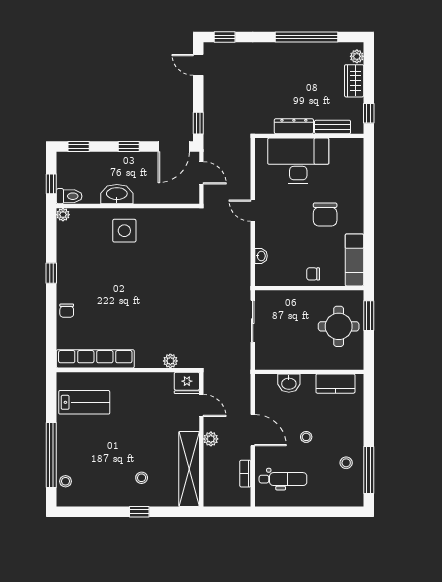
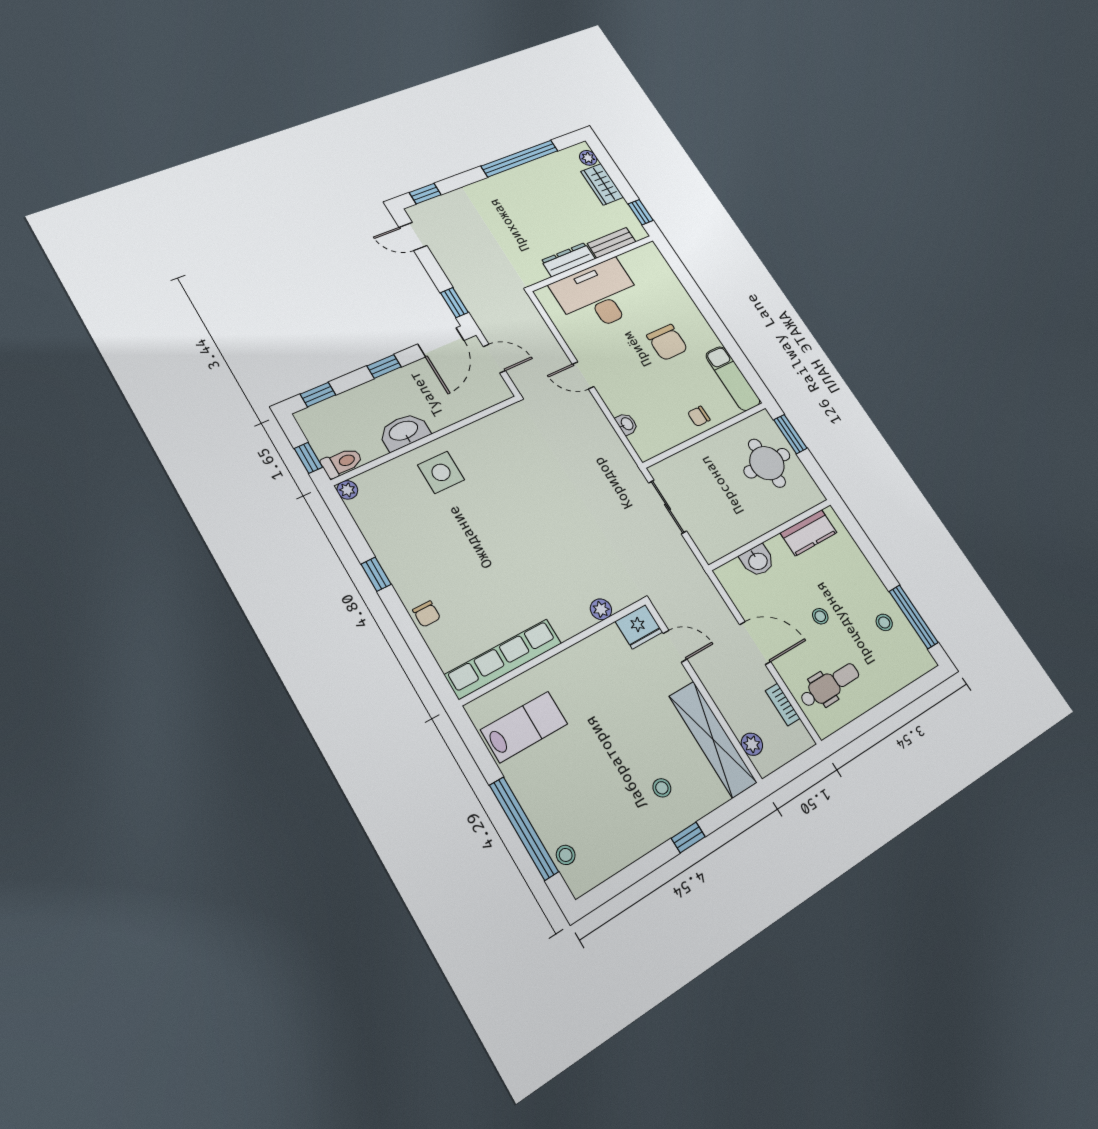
plant: (211, 439) -> (752, 744), moved

